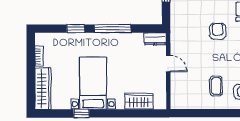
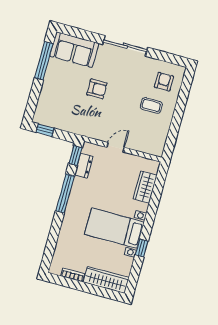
window: (76, 29) -> (75, 155), moved
armchair: (218, 31) -> (97, 89), turned 180
dresser: (155, 39) -> (84, 166), moved

